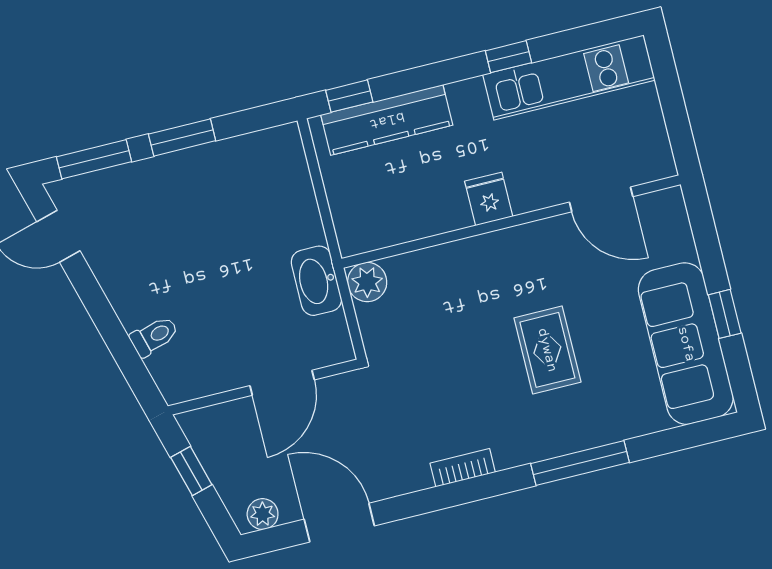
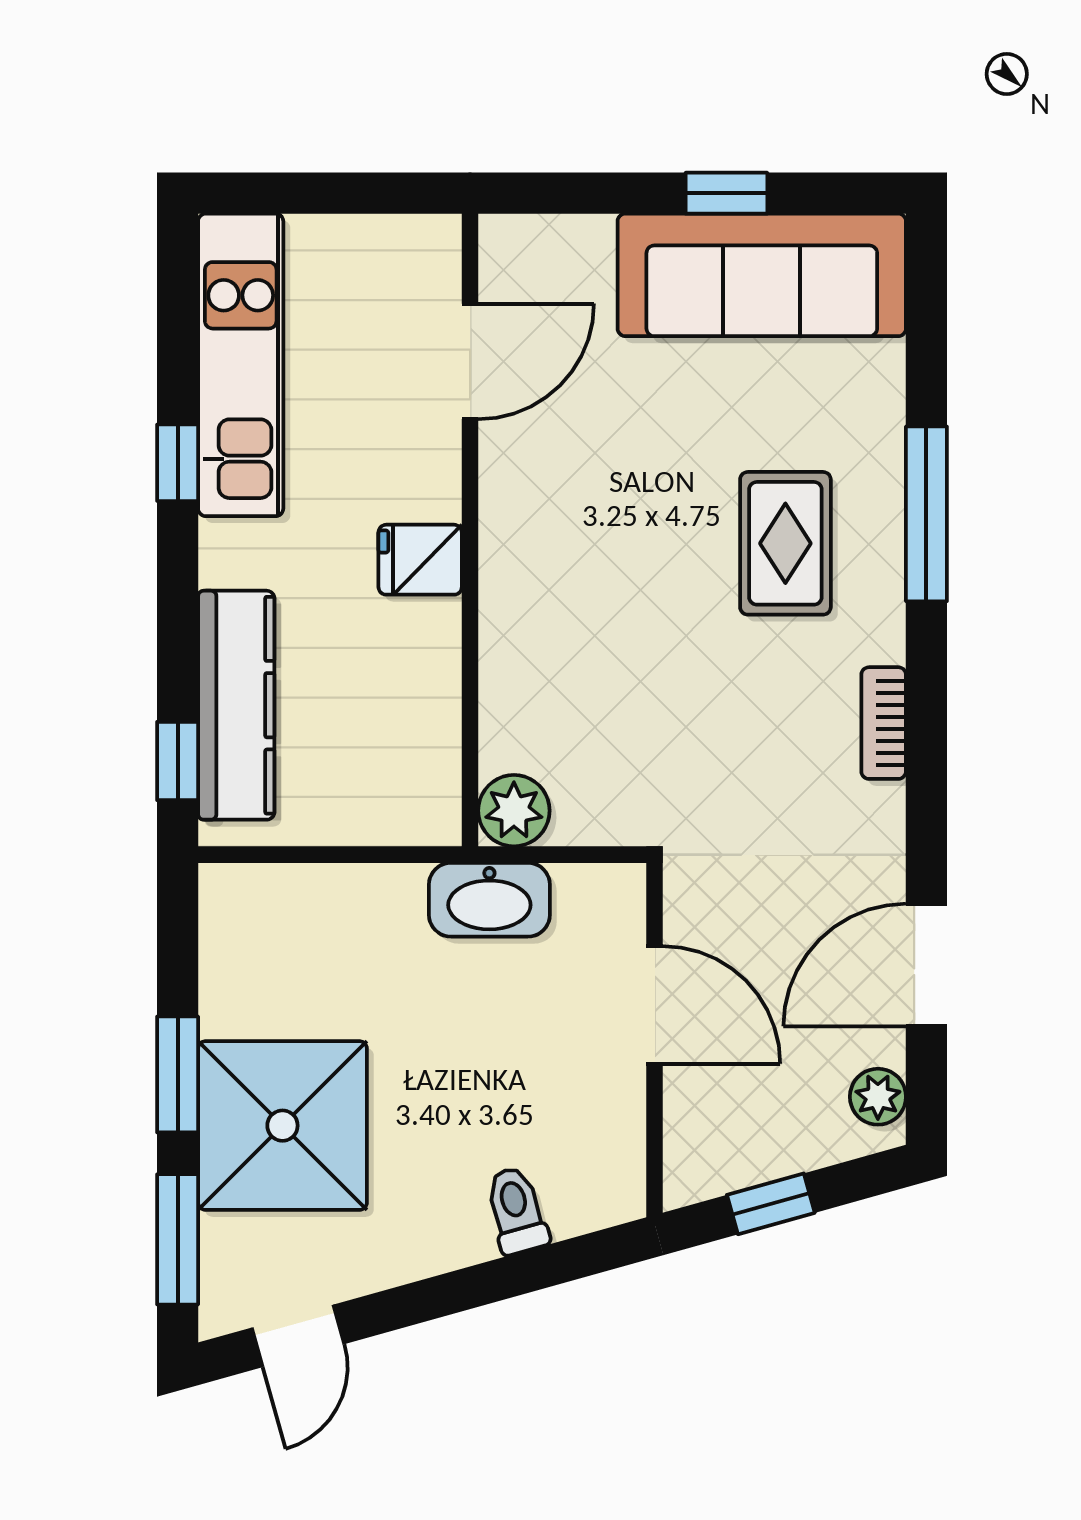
shower: (169, 200) -> (282, 1126), added
rug: (547, 350) -> (785, 543), moved, turned 90

